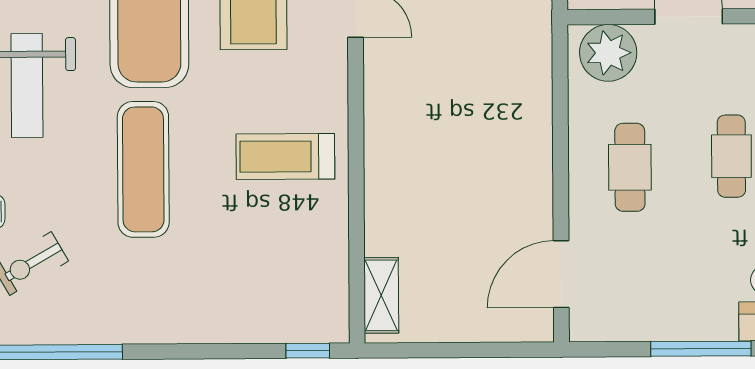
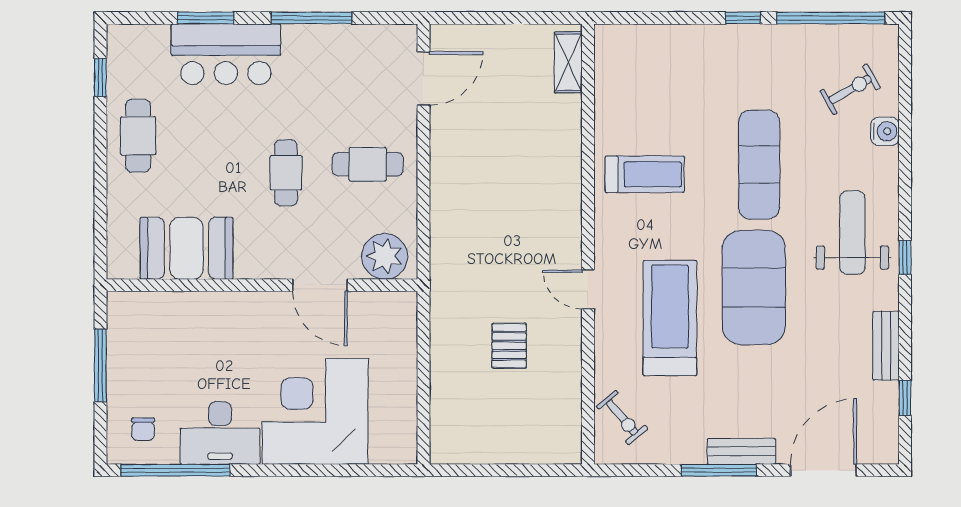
cafe table: (630, 167) -> (368, 164), turned 90
window: (308, 351) -> (743, 18), moved

